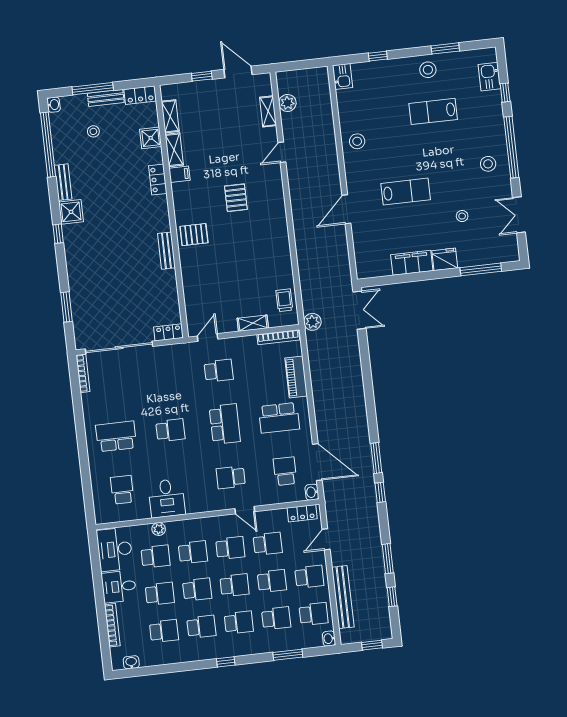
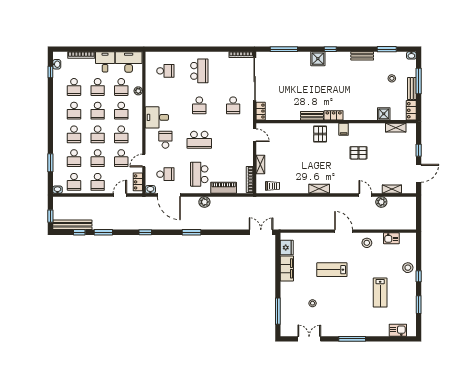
window: (378, 56) -> (419, 276), moved
stool: (428, 70) -> (408, 268), moved
kitchen sink: (343, 76) -> (391, 238), moved
window: (505, 93) -> (387, 339), removed
plant: (287, 103) -> (381, 202), moved
lab bench: (433, 111) -> (380, 293), turned 180
window: (48, 145) -> (387, 49), width x0.47
window: (511, 147) -> (352, 339), width x0.68
shelving: (174, 150) -> (319, 189), moved
stool: (488, 164) -> (343, 323), removed
filing cabinet: (179, 174) -> (344, 129), moved
locker: (158, 180) -> (334, 115), moved
lab bench: (406, 192) -> (332, 270), turned 90
pallet: (236, 198) -> (359, 153), moved
door: (346, 209) -> (344, 231), moved
shower: (71, 212) -> (318, 59), moved
fridge: (445, 259) -> (287, 248), moved
window: (66, 307) -> (284, 49), width x1.44
double door: (359, 310) -> (261, 232), swing flipped
plant: (312, 322) -> (204, 202), moved
school desk: (219, 371) -> (233, 105), moved
window: (376, 458) -> (192, 232), moved
door: (317, 462) -> (169, 195), hinge flipped
desk: (167, 498) -> (157, 117), moved
door: (245, 510) -> (144, 160), moved
door: (326, 539) -> (120, 195), hinge flipped
bench: (343, 597) -> (72, 225), moved
window: (226, 662) -> (50, 72), moved

